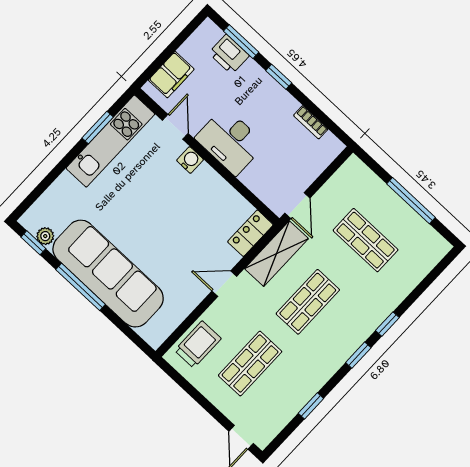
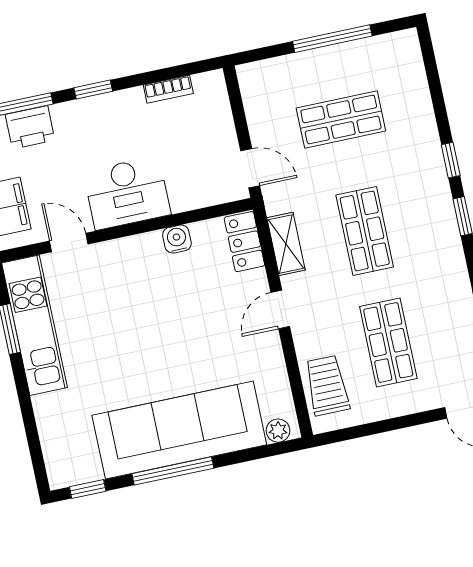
water cooler: (190, 160) -> (177, 239), moved
plant: (45, 236) -> (278, 431), moved
shelving: (276, 254) -> (286, 244), width x0.67, depth x0.75

